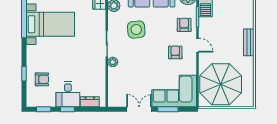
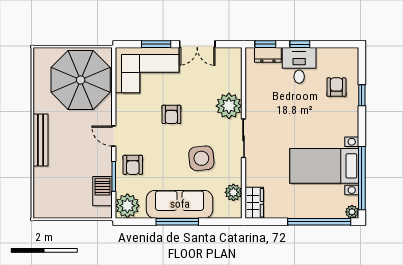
bench: (249, 42) -> (40, 140), width x1.36
armchair: (175, 52) -> (171, 114), moved
plant: (113, 62) -> (229, 106), width x1.87, depth x1.87
armchair: (42, 79) -> (336, 87), turned 90
window: (44, 109) -> (265, 44), moved

